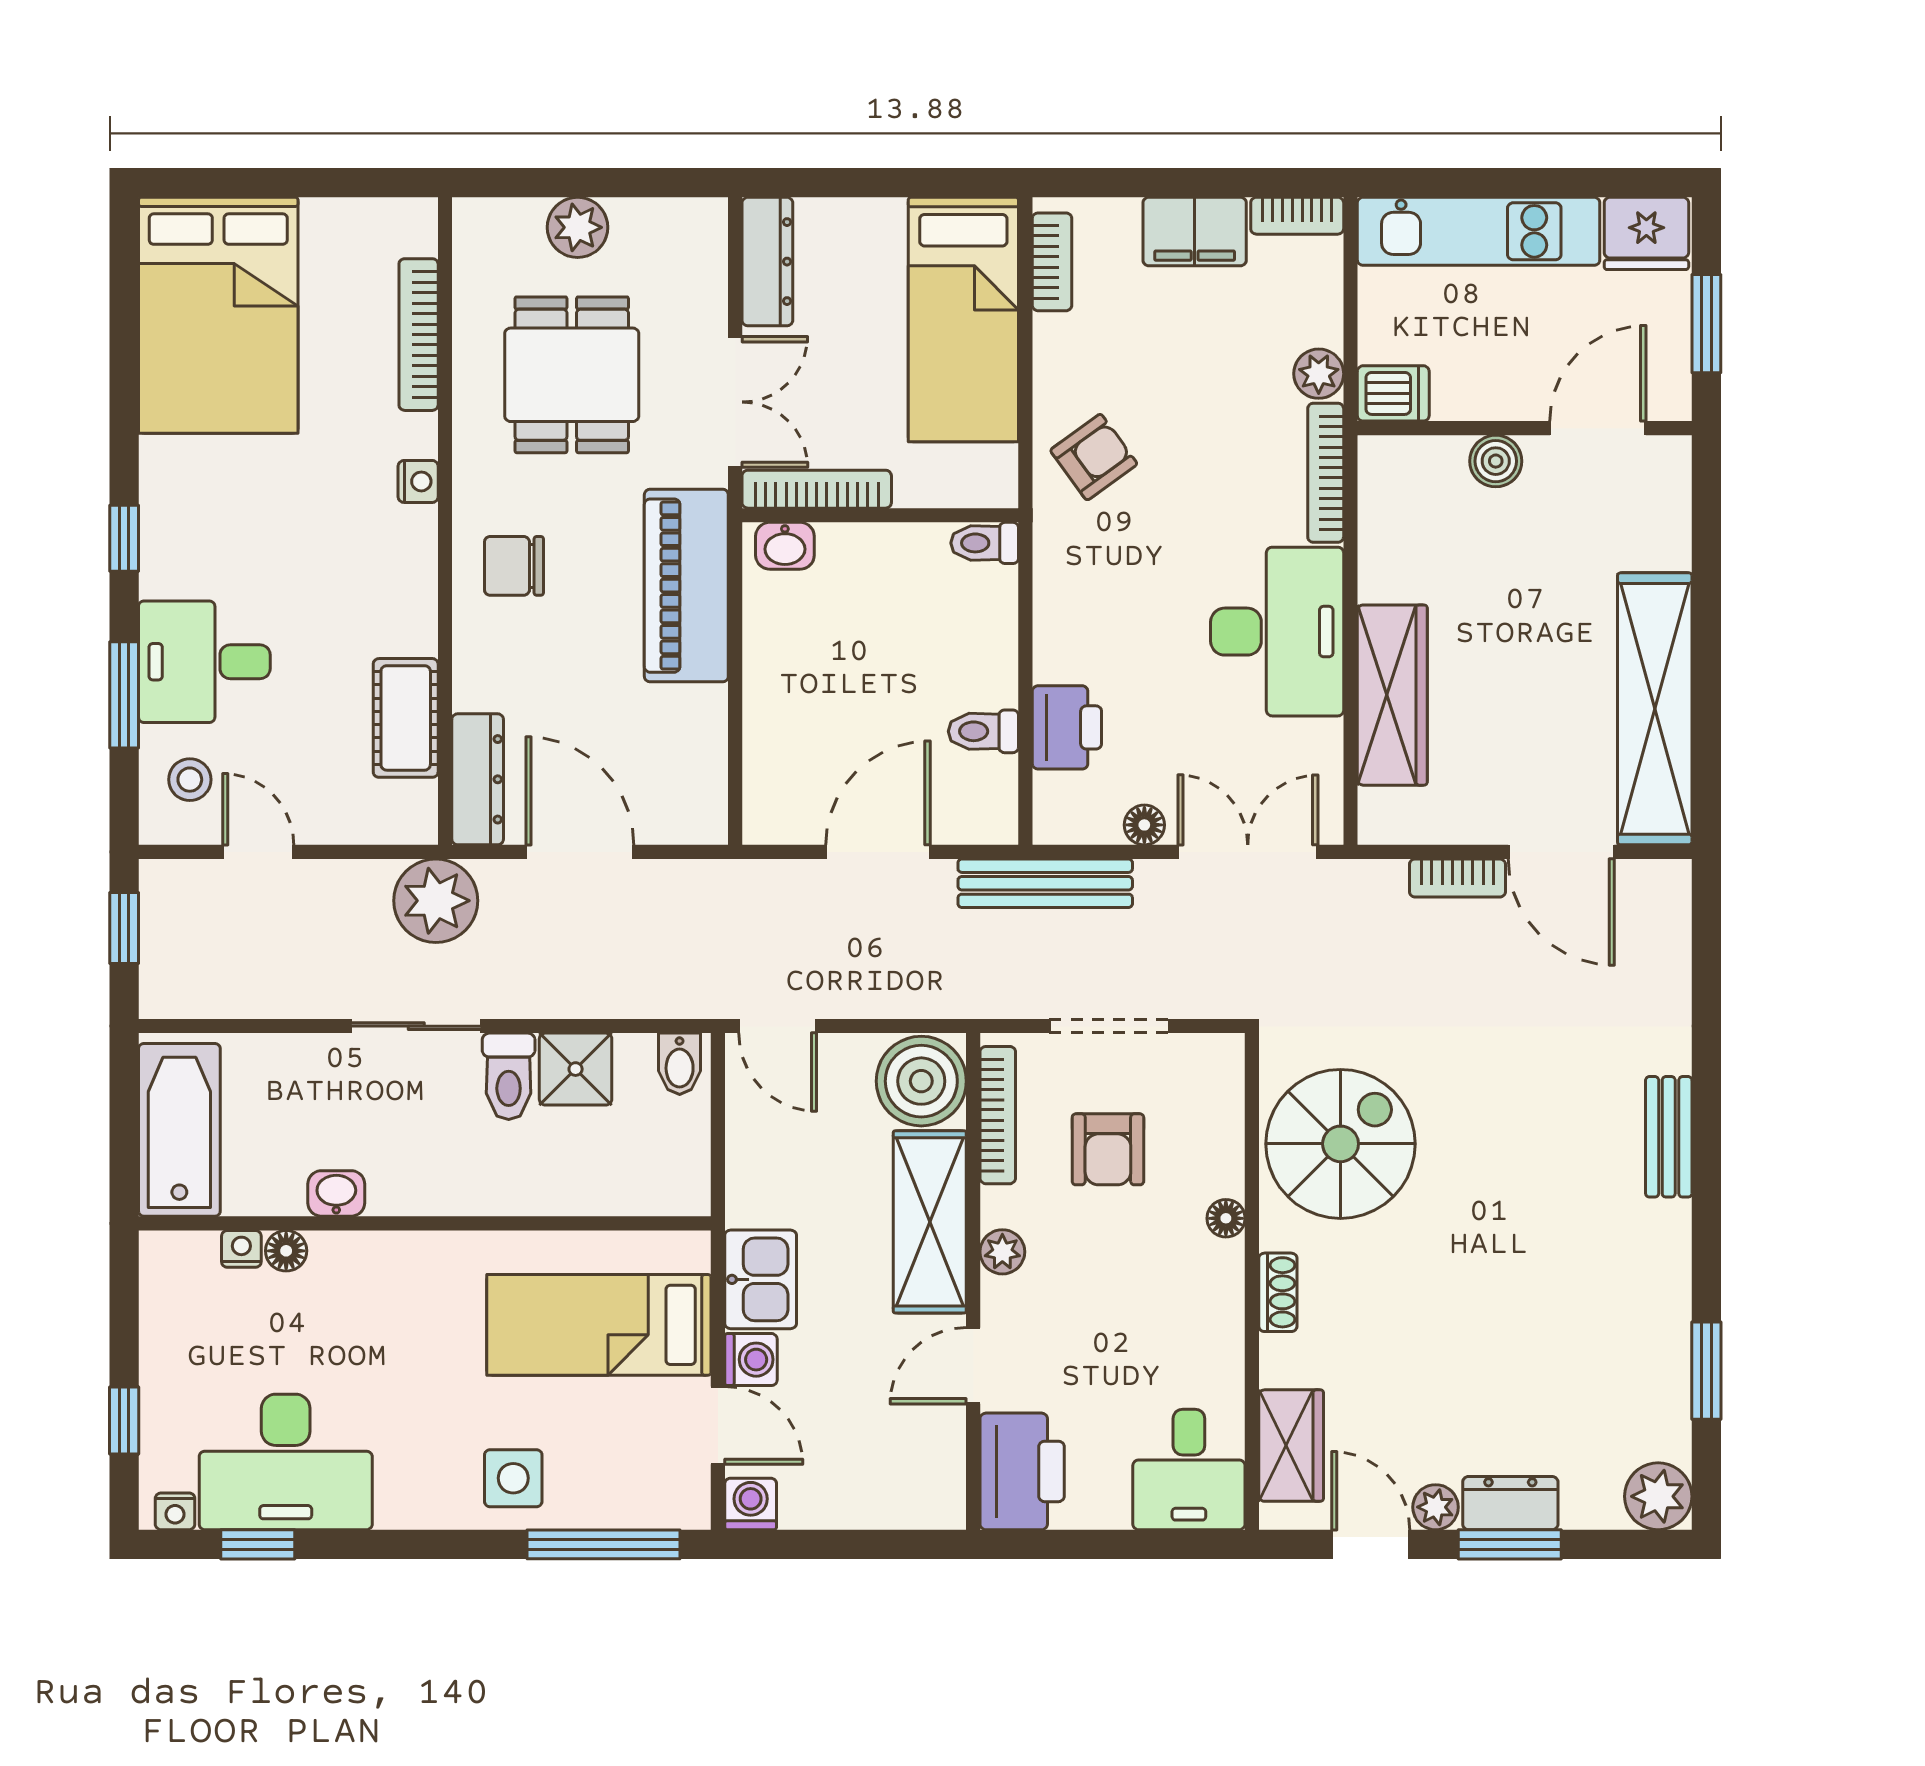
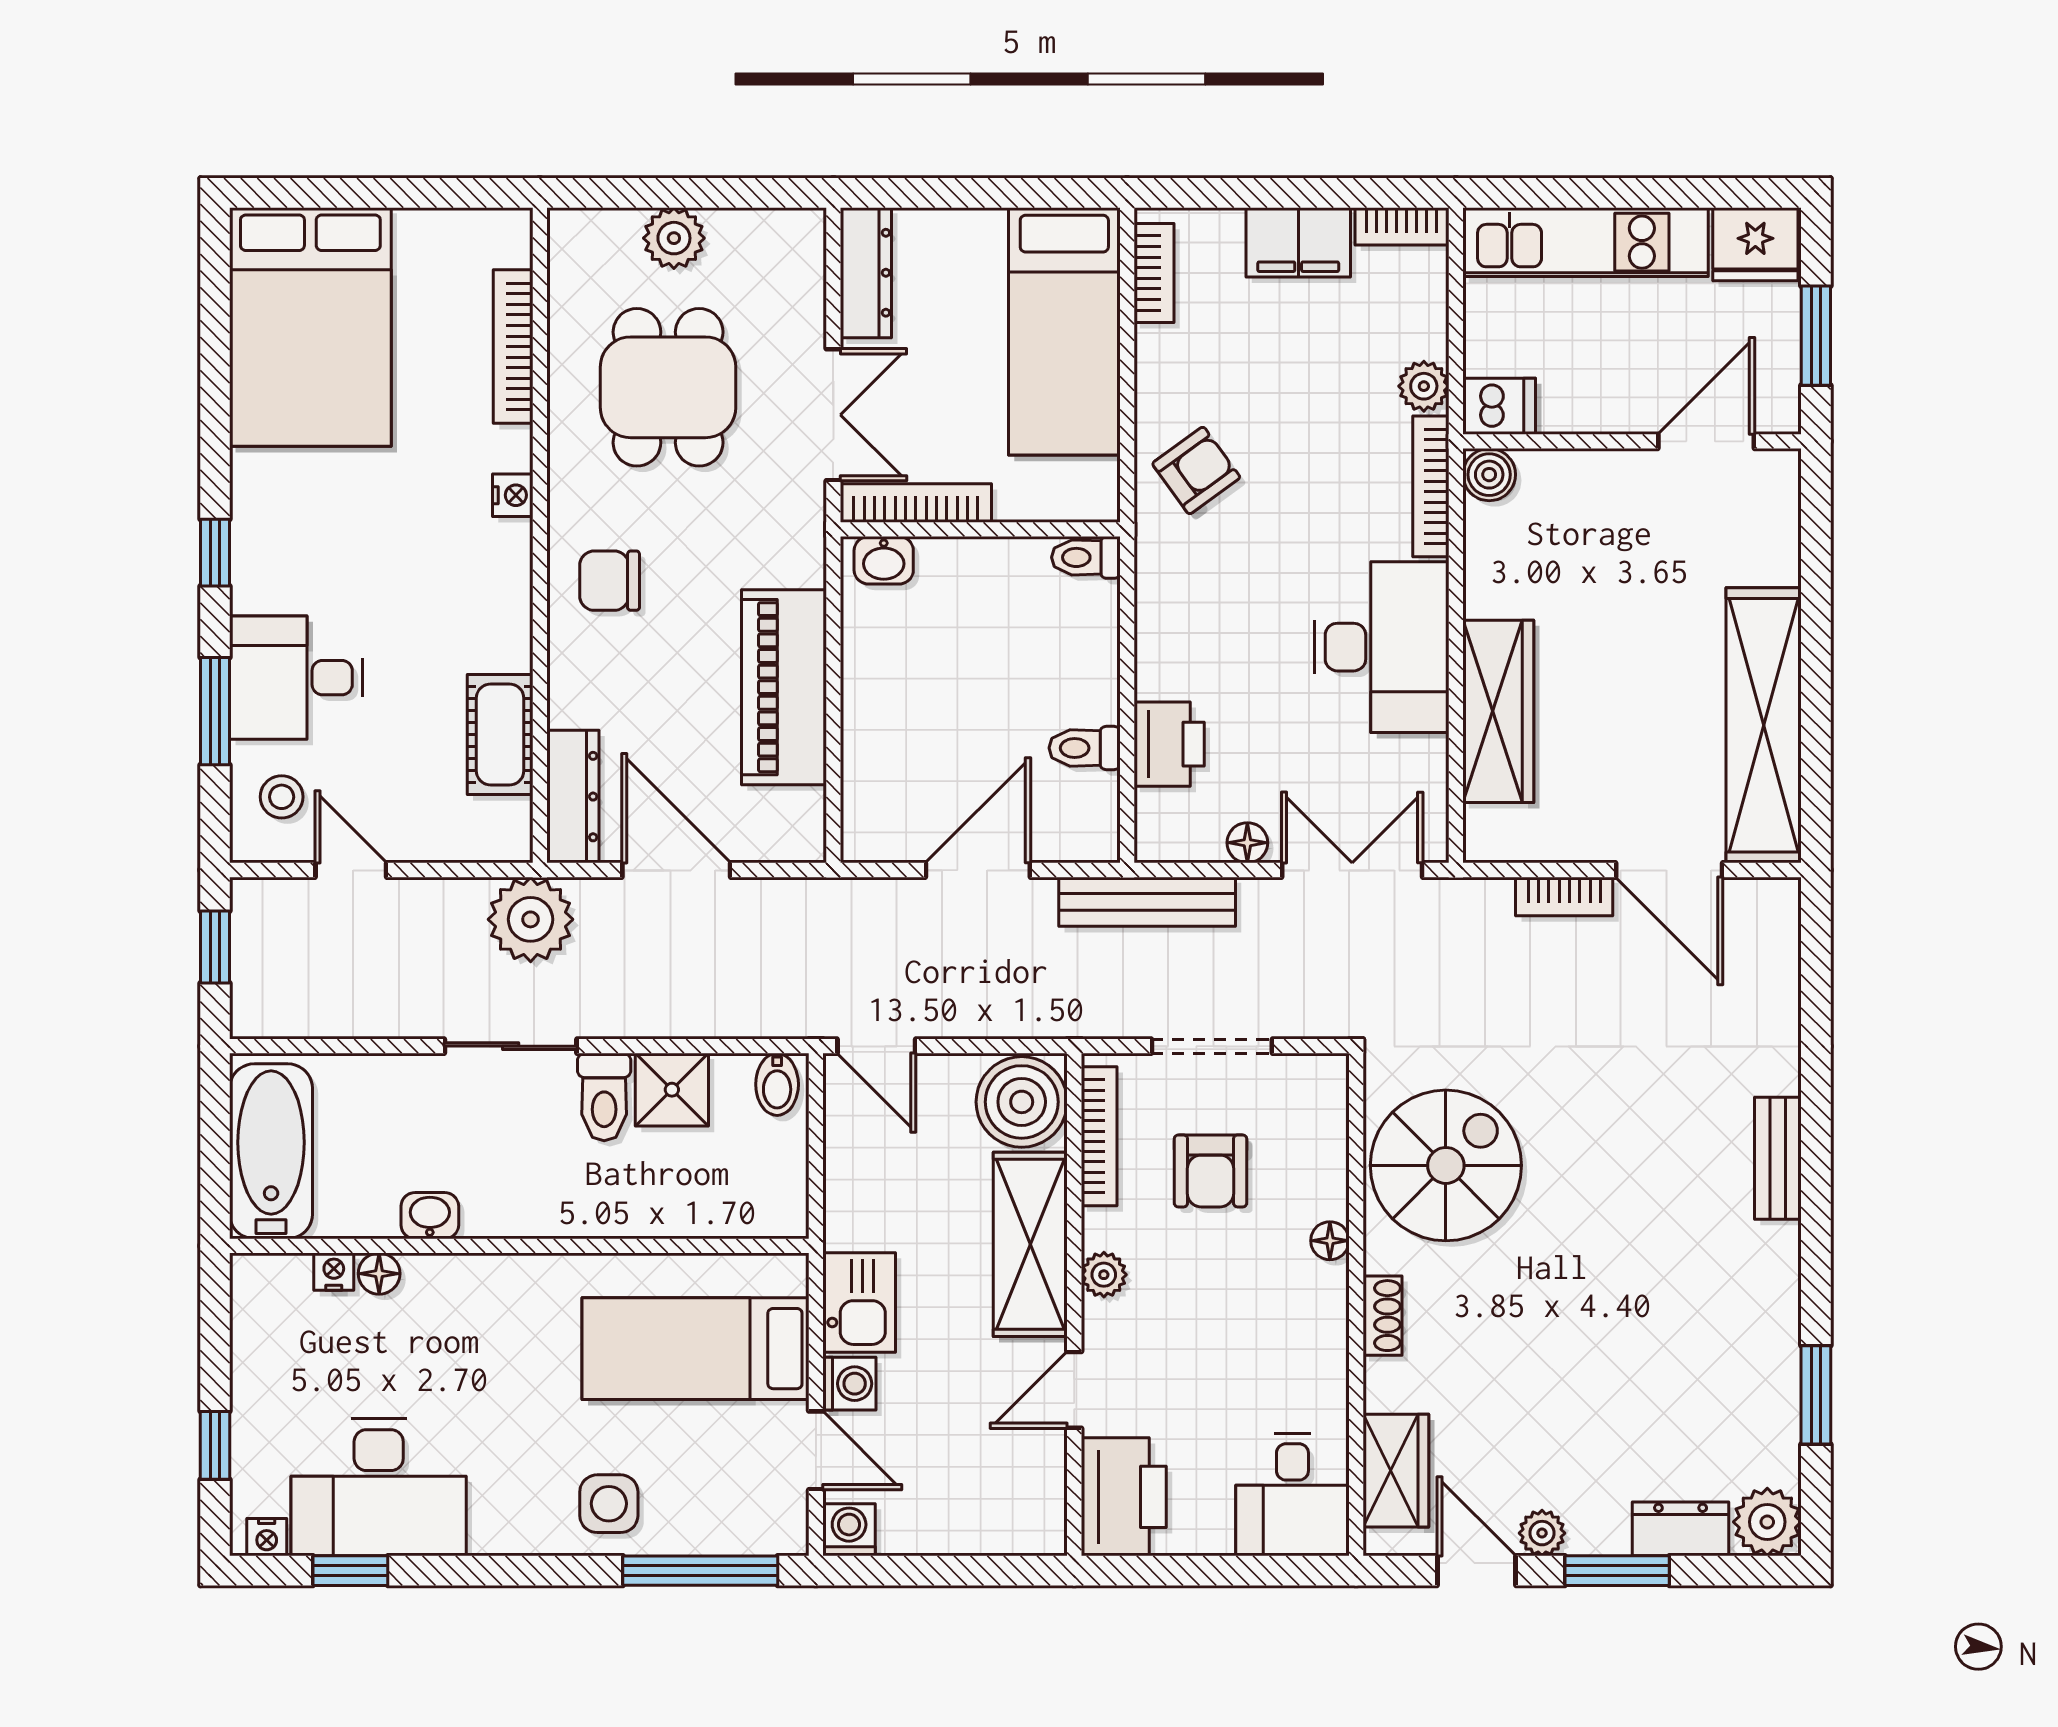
boiler: (1496, 461) -> (1489, 475), moved
piano: (686, 586) -> (784, 687), moved
dresser: (1510, 1503) -> (1681, 1529), moved

